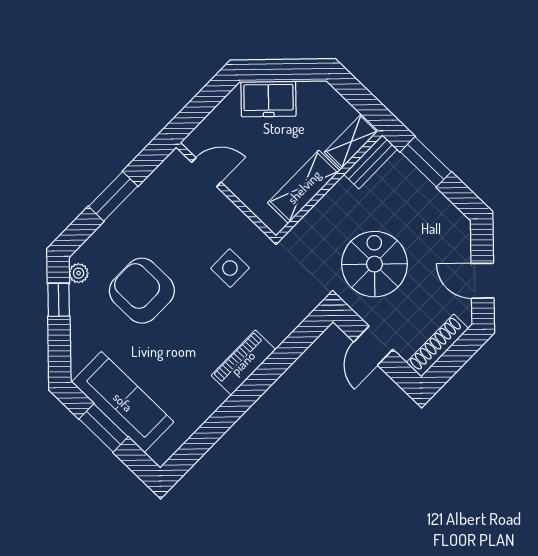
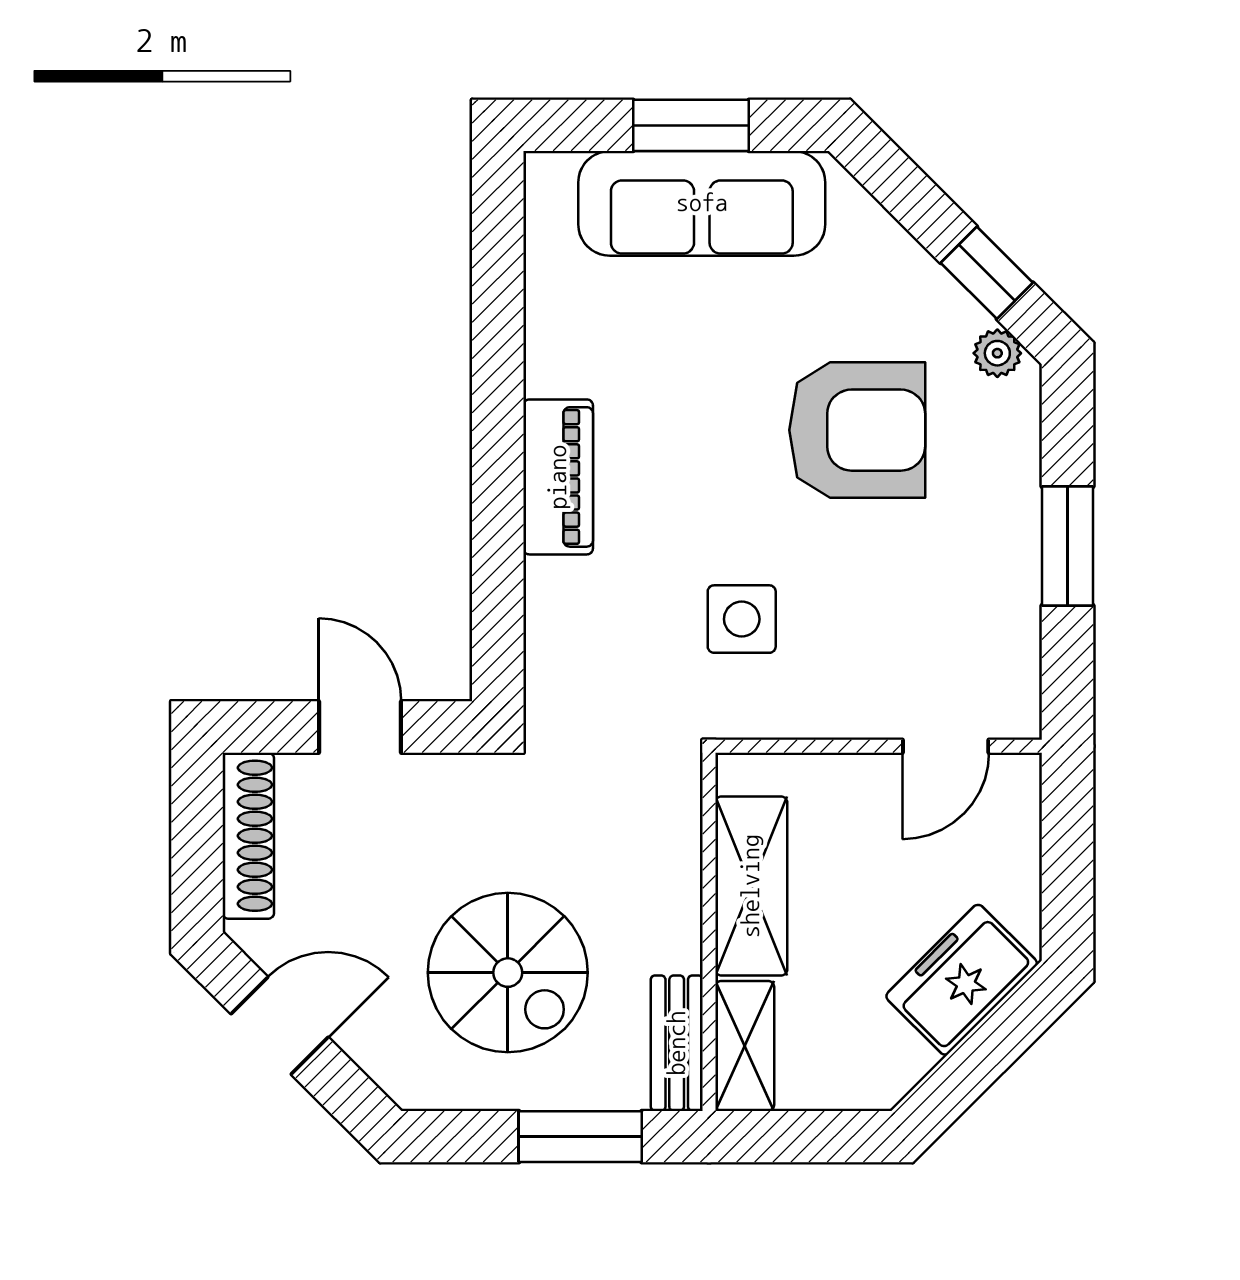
spiral stairs: (374, 264) -> (508, 973), moved

